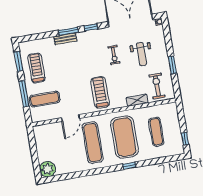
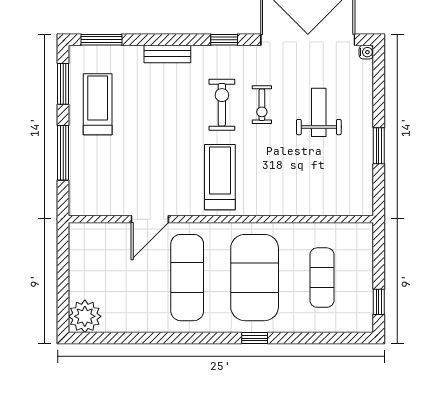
window: (68, 31) -> (102, 40), moved
weight bench: (141, 54) -> (319, 112), turned 180
exercise bike: (157, 86) -> (222, 105), moved
exercise mat: (45, 99) -> (104, 171), removed
shelving: (137, 100) -> (294, 206), removed

